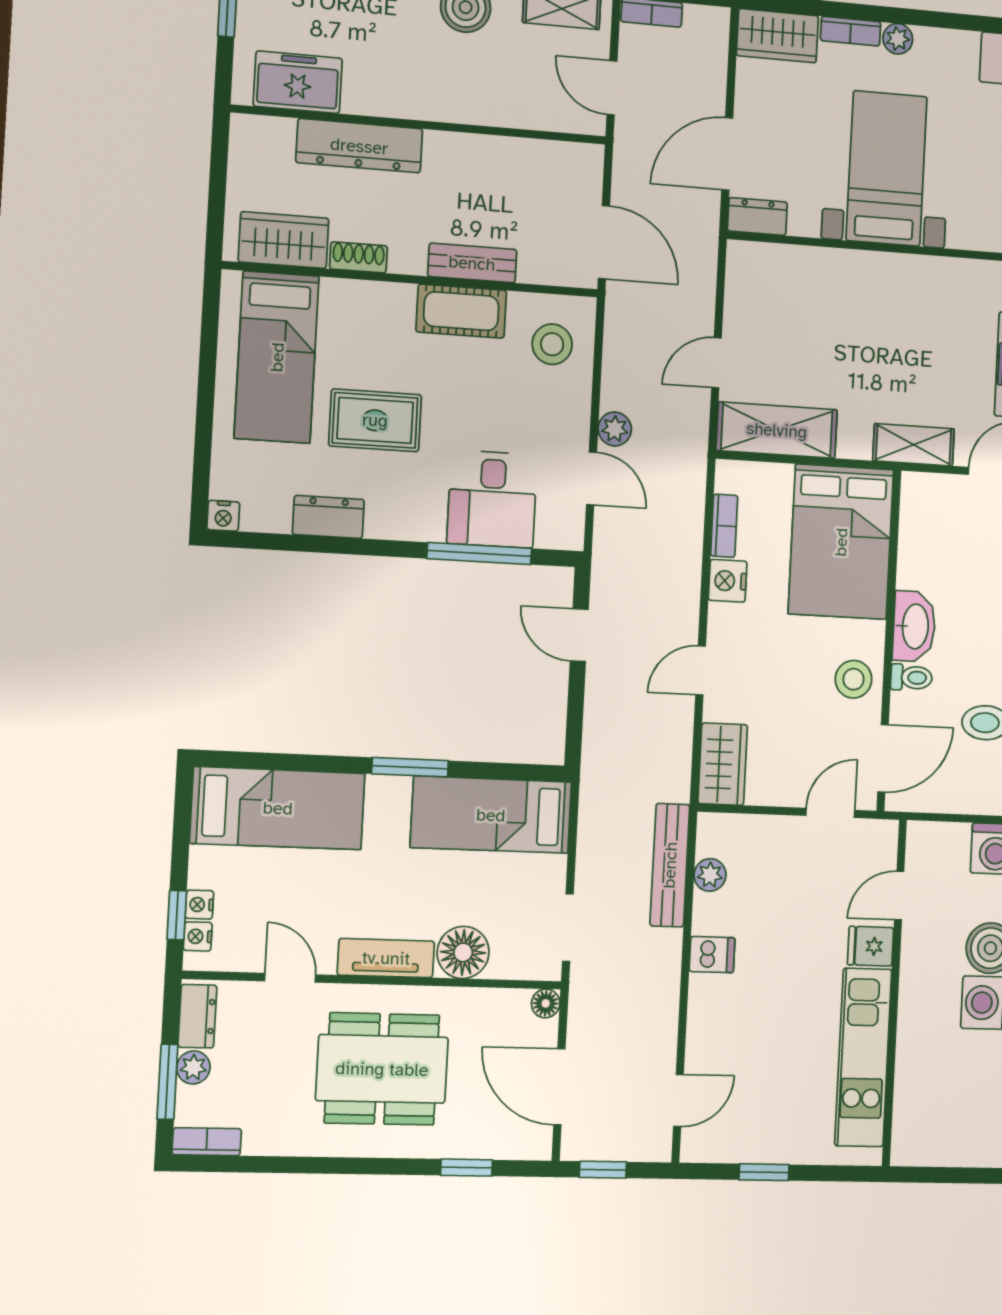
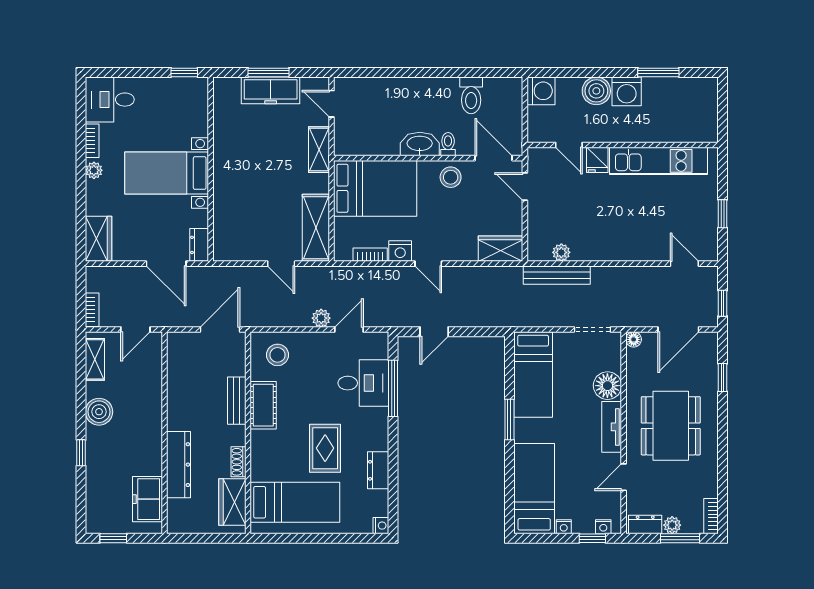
bookcase: (851, 31) -> (92, 141), moved
door: (701, 670) -> (428, 264), moved
nightstand: (199, 905) -> (564, 527), moved
dishwasher: (712, 955) -> (605, 249), removed

